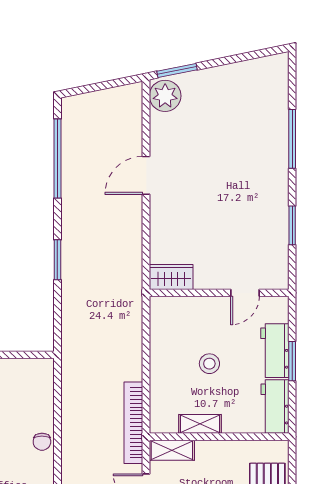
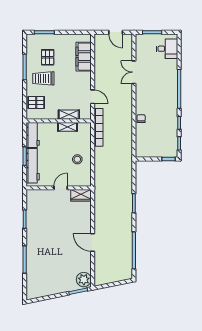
door: (146, 175) -> (93, 243), swing flipped
door: (245, 293) -> (61, 188), moved
workbench: (275, 351) -> (33, 166), width x1.38
stool: (209, 364) -> (77, 159), moved
shelving: (172, 450) -> (69, 115), moved

